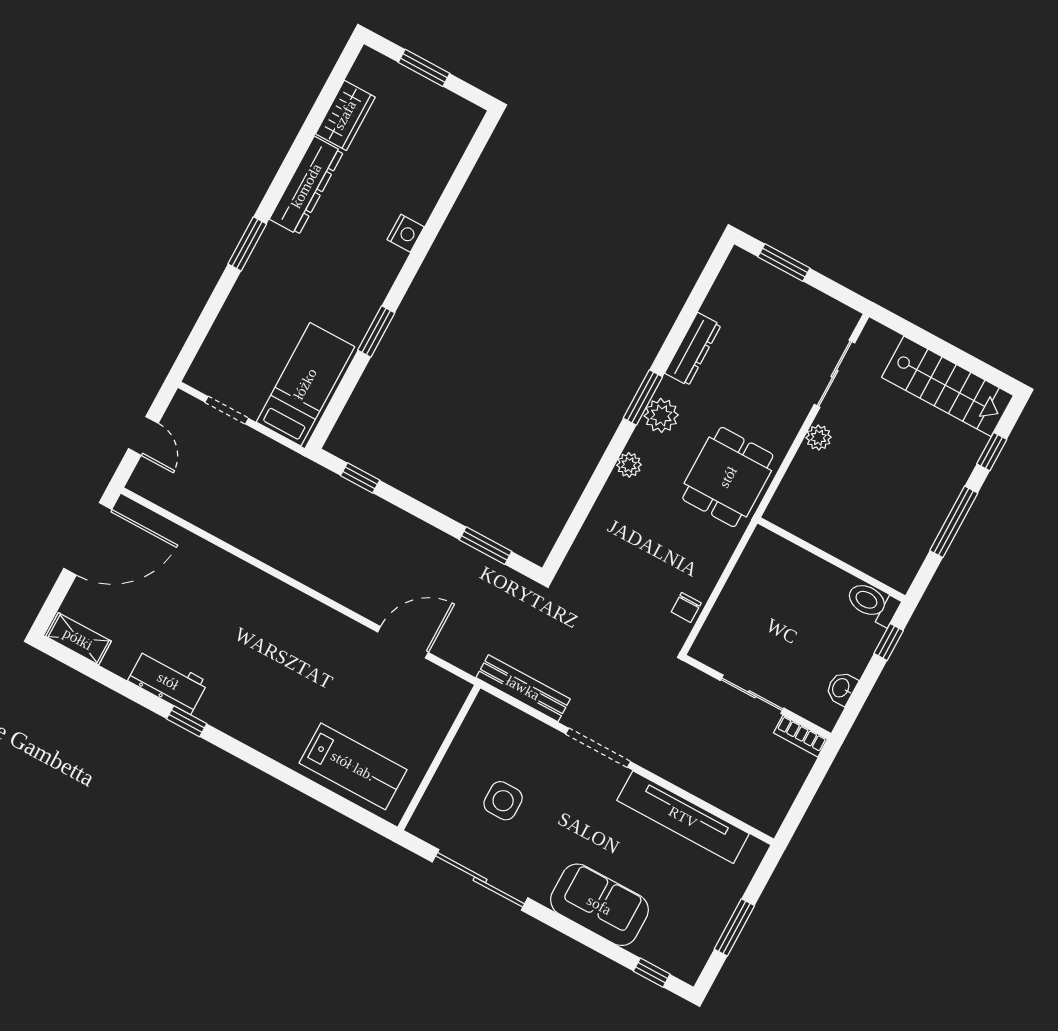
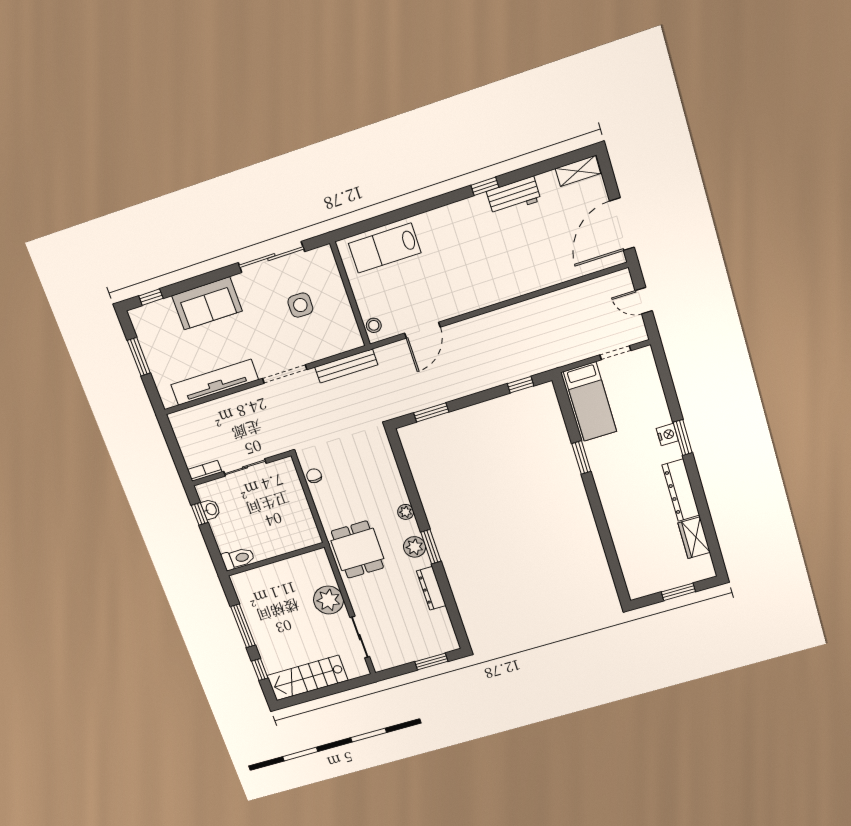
nightstand: (406, 233) -> (667, 435), moved, turned 180
plant: (819, 437) -> (328, 600), width x1.88, depth x1.88
window: (889, 642) -> (200, 514), moved
stool: (449, 700) -> (374, 325), added

